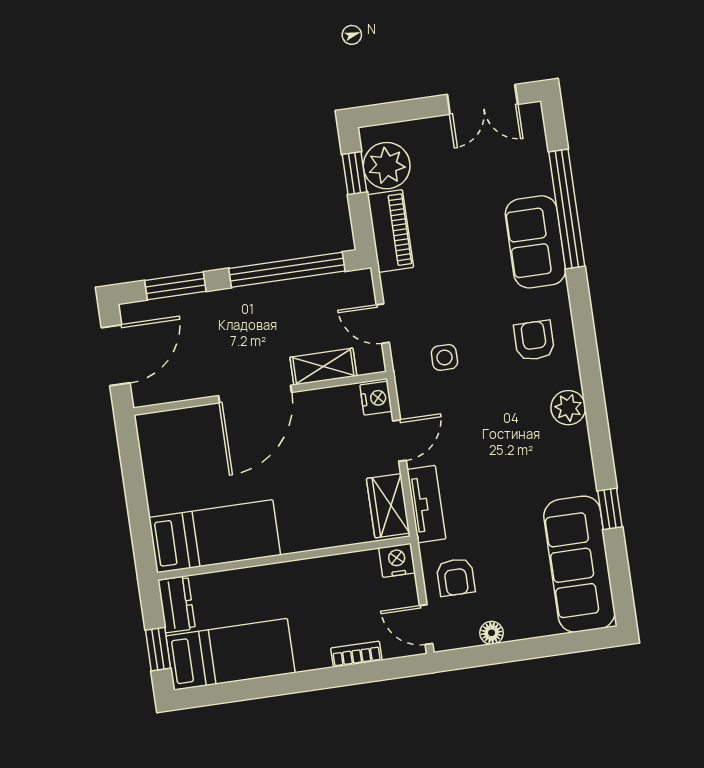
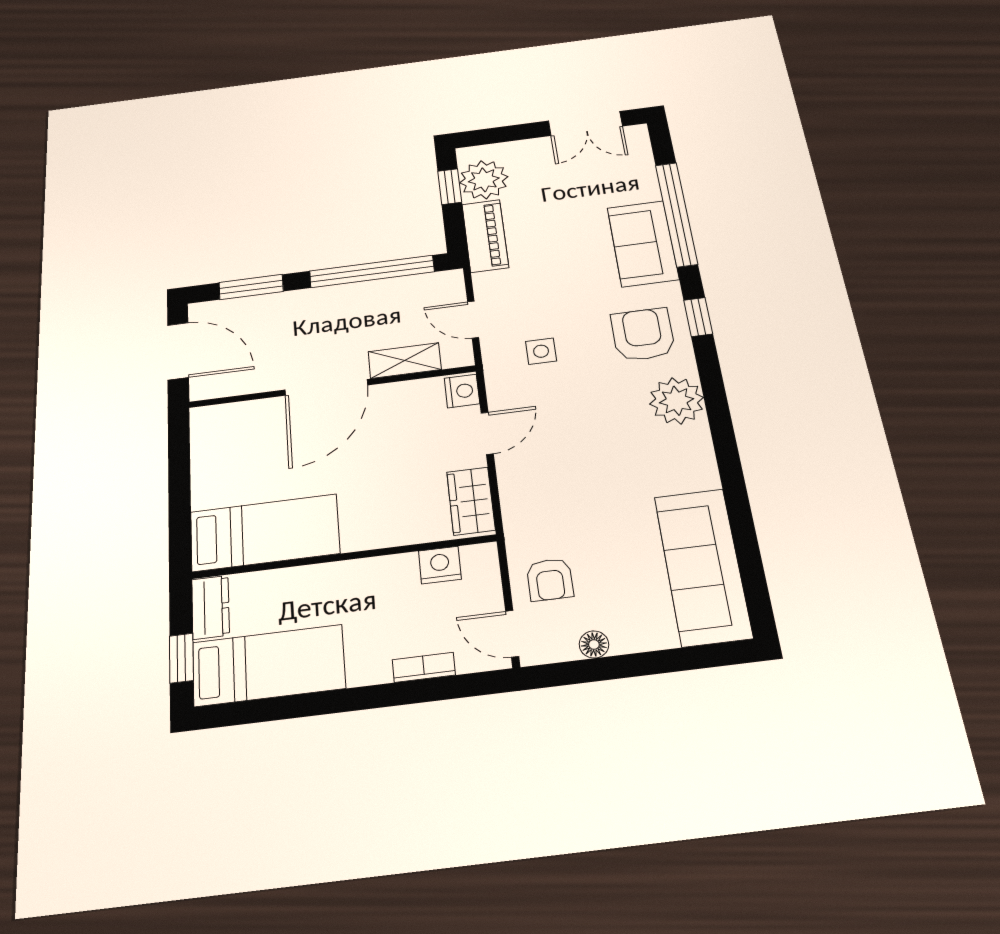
armchair: (534, 341) -> (643, 334), width x1.38, depth x1.38
door: (116, 355) -> (178, 351), hinge flipped
plant: (568, 408) -> (677, 401), width x1.36, depth x1.36
tv unit: (426, 504) -> (516, 499), removed
window: (610, 509) -> (698, 317), moved
nightstand: (397, 560) -> (440, 565), moved

